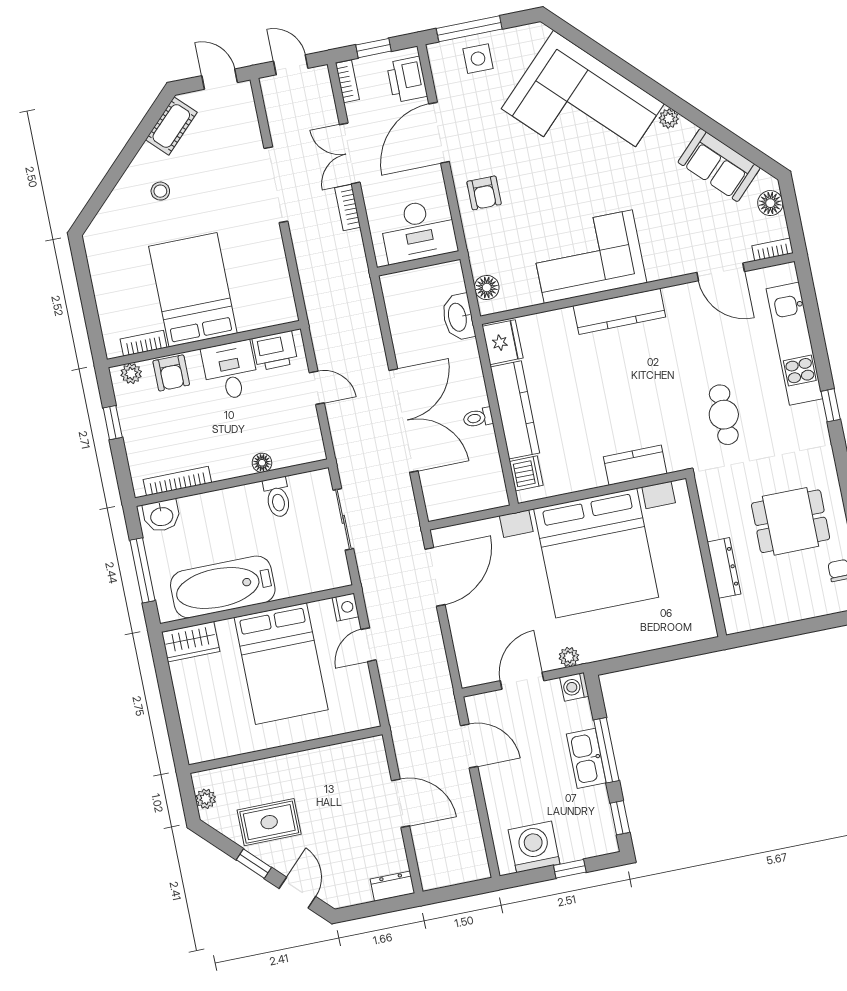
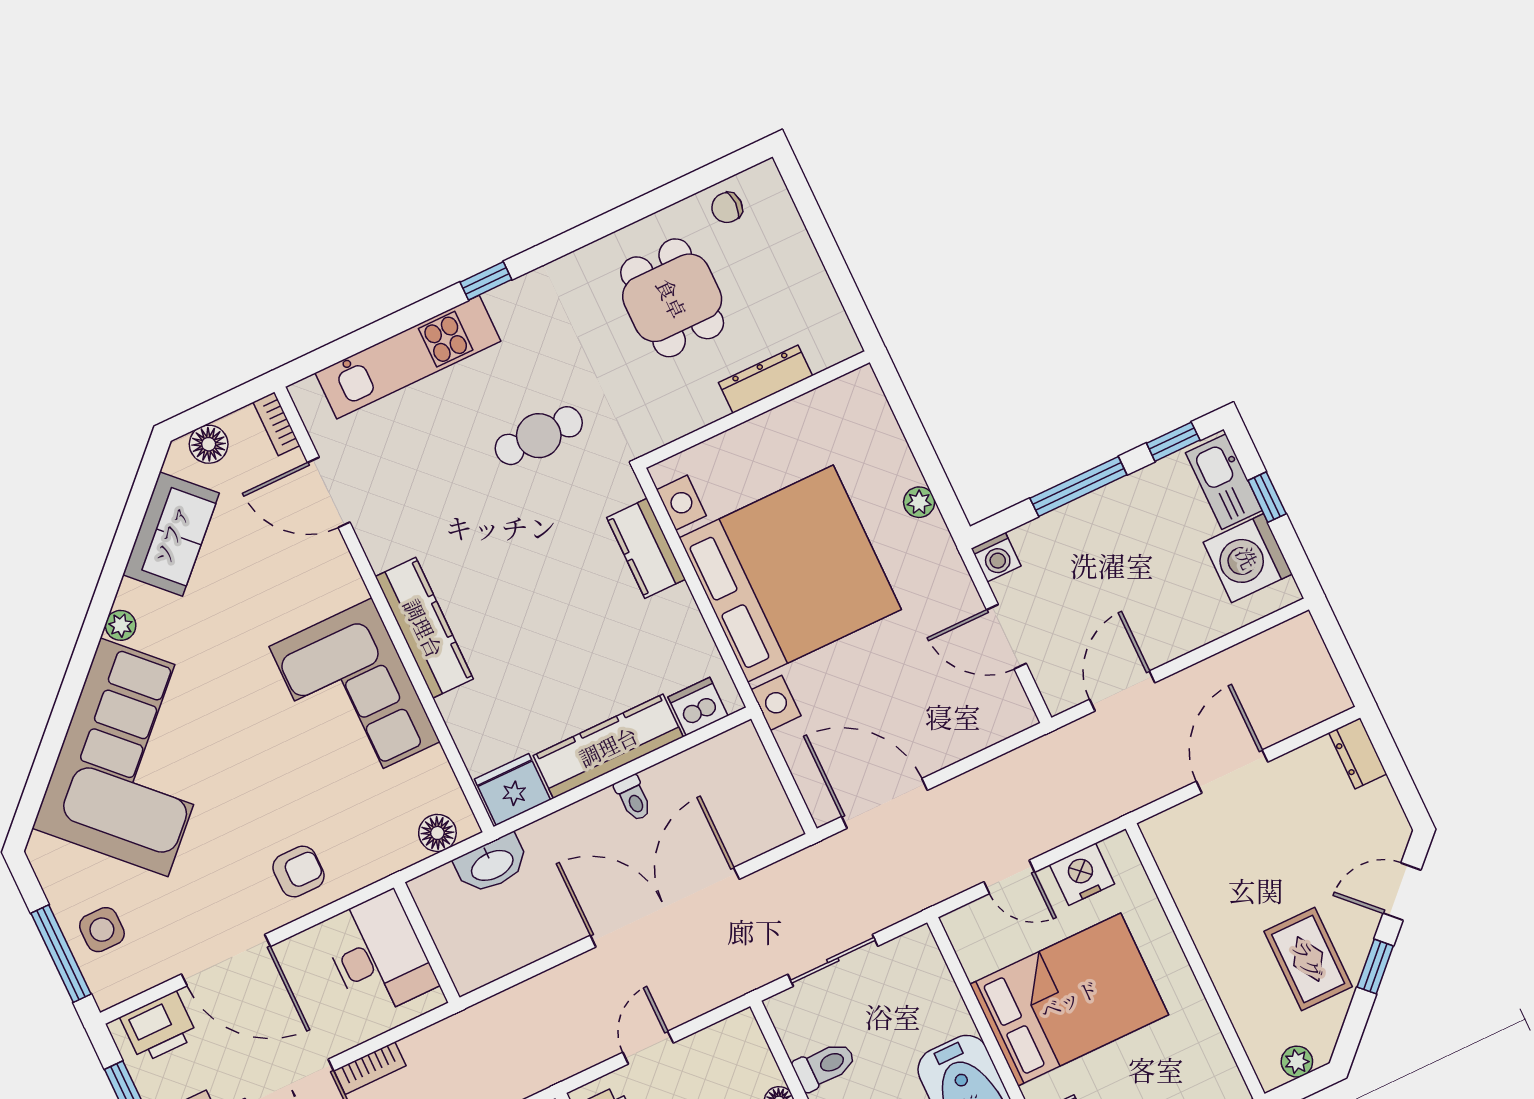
door: (721, 272) -> (329, 492), swing flipped
nightstand: (346, 607) -> (1082, 874), moved, width x1.36, depth x1.33
plant: (569, 657) -> (919, 502), moved
kitchen sink: (586, 758) -> (1224, 482), moved, turned 90

